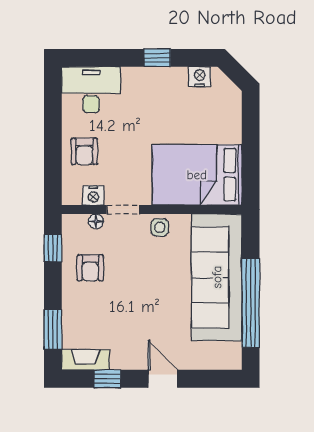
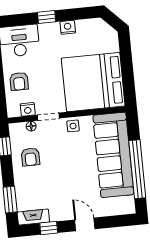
window: (157, 58) -> (47, 17), moved
nightstand: (200, 77) -> (68, 27), moved
bed: (197, 175) -> (93, 82), width x1.36

